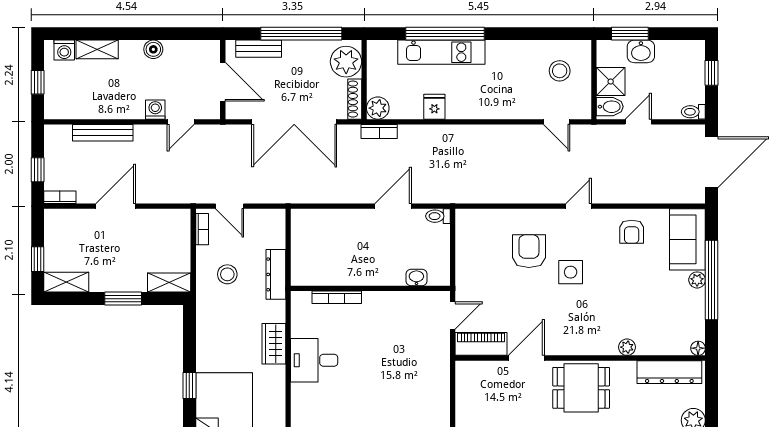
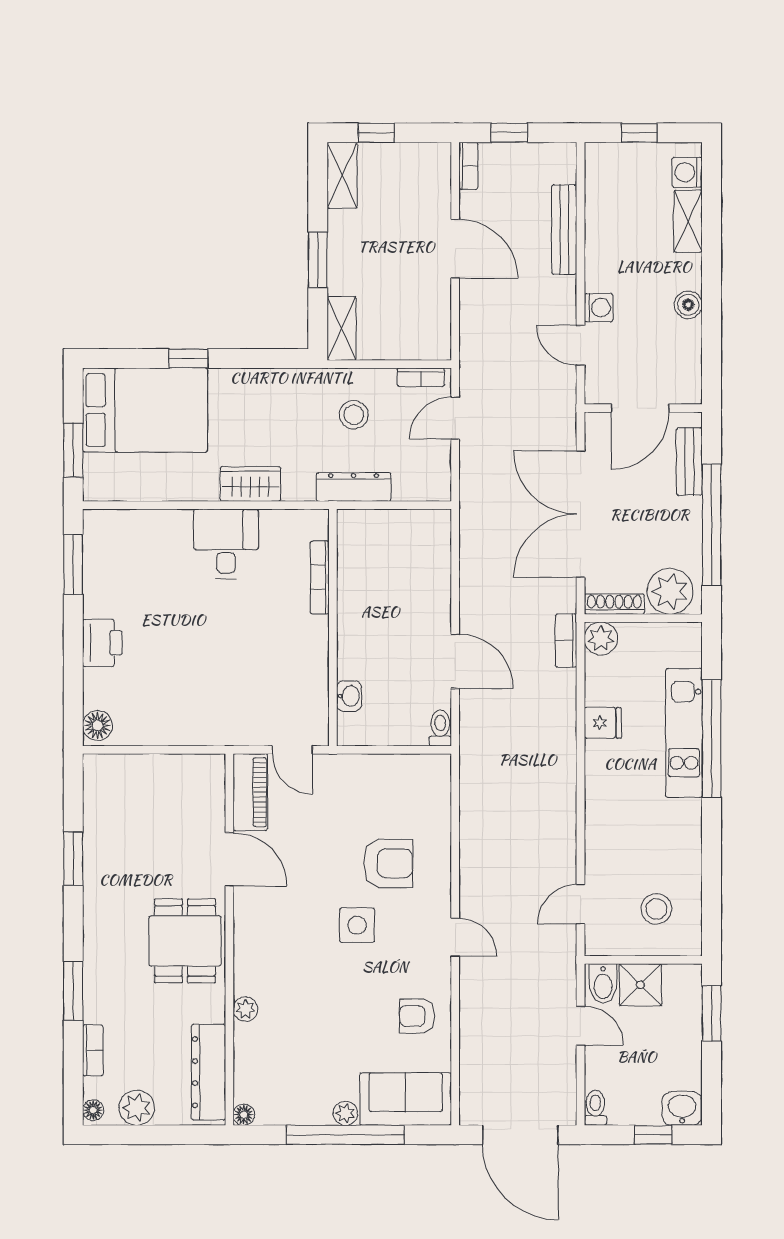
washbasin: (641, 51) -> (682, 1108), moved, turned 90

